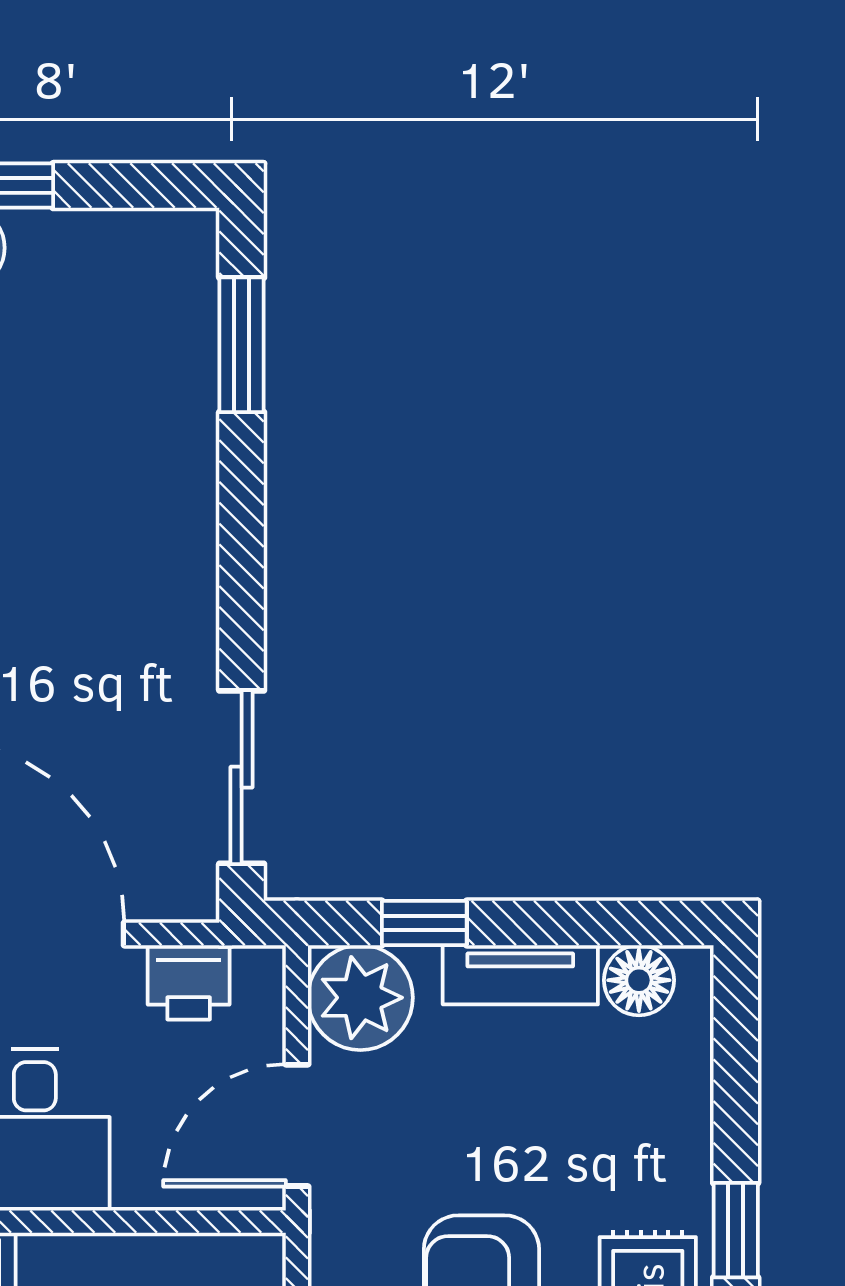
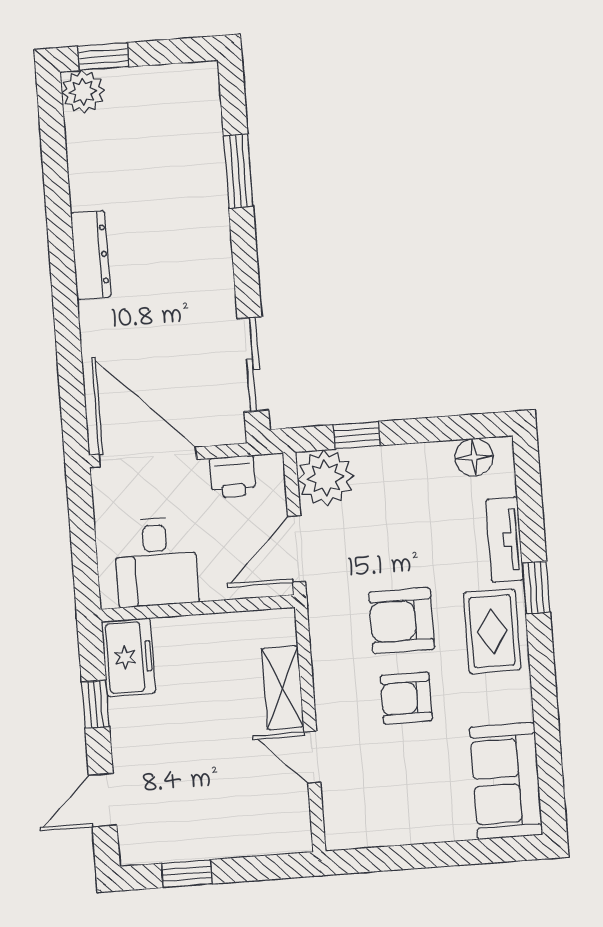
window: (242, 345) -> (238, 171), moved
tv unit: (520, 975) -> (505, 540), moved, turned 90

